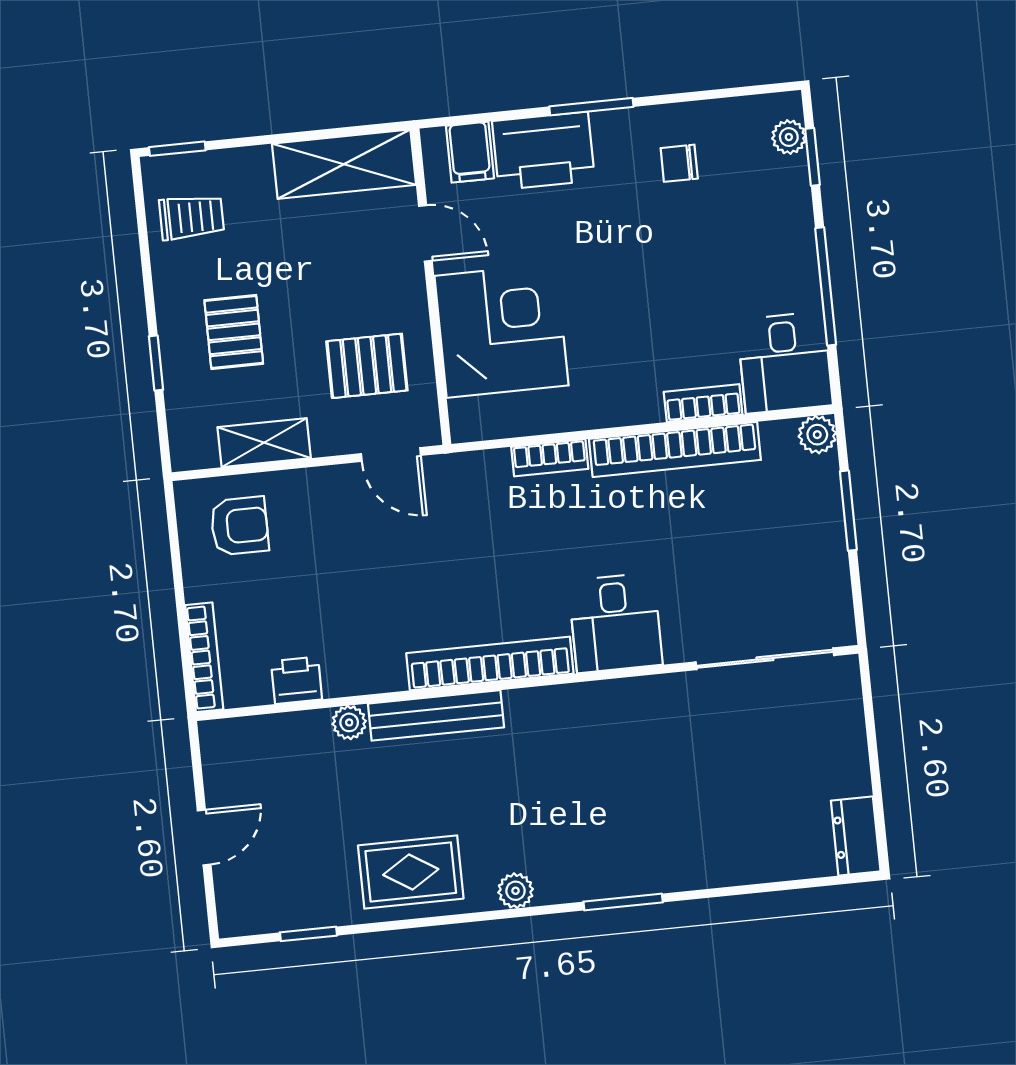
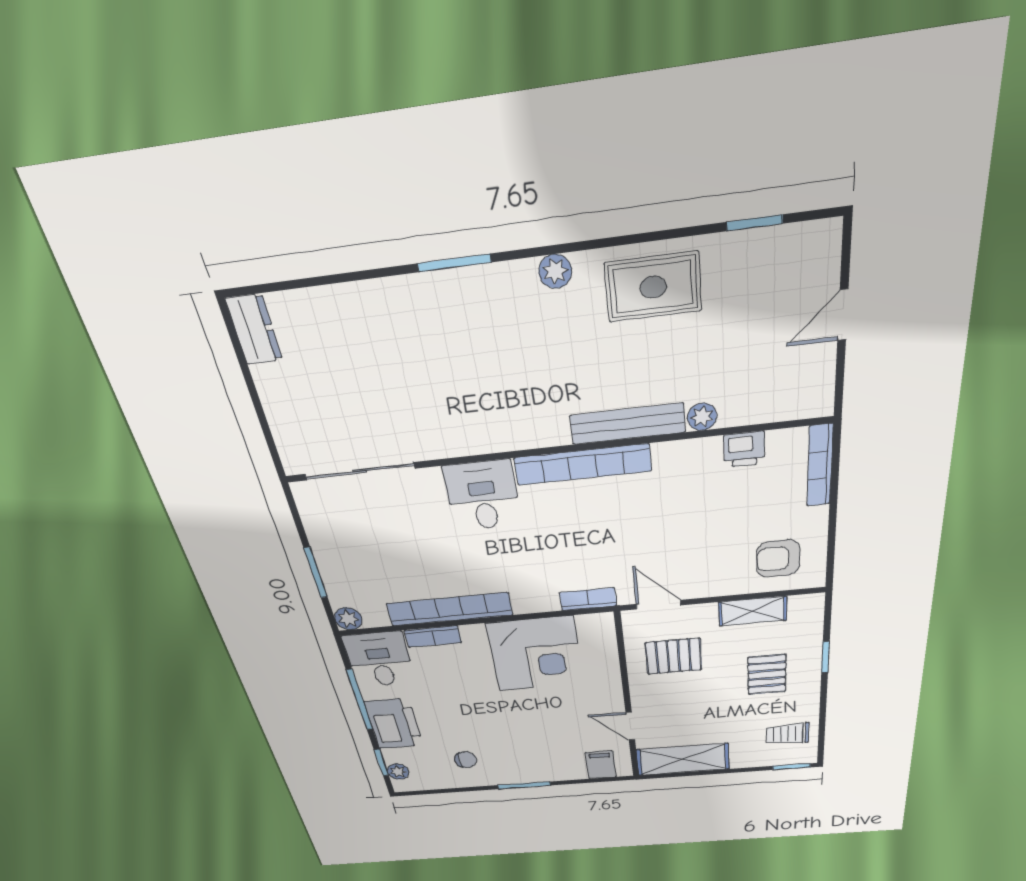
printer: (543, 151) -> (394, 724), moved, turned 90
corner desk: (501, 331) -> (535, 654), moved, turned -90
bookcase: (550, 458) -> (588, 599), moved

